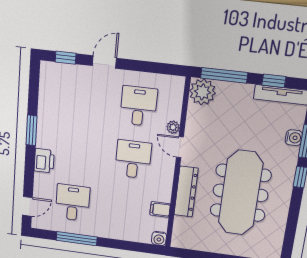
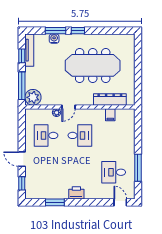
window: (32, 130) -> (55, 202), moved
desk: (133, 159) -> (80, 135), turned 180
printer: (44, 161) -> (76, 193), moved
dresser: (186, 192) -> (110, 100), moved
water cooler: (159, 238) -> (130, 113), removed

